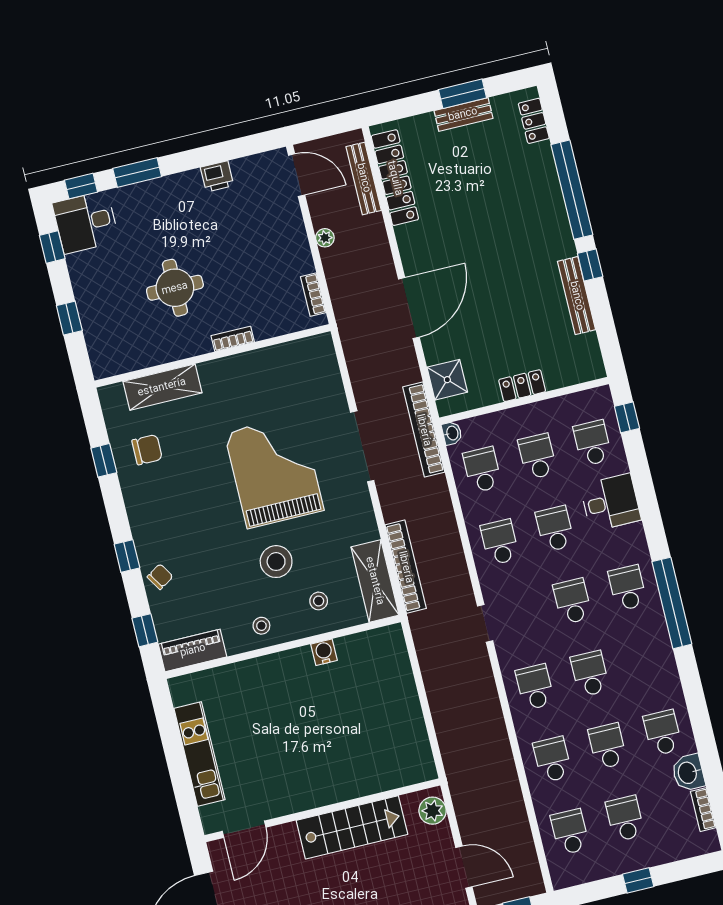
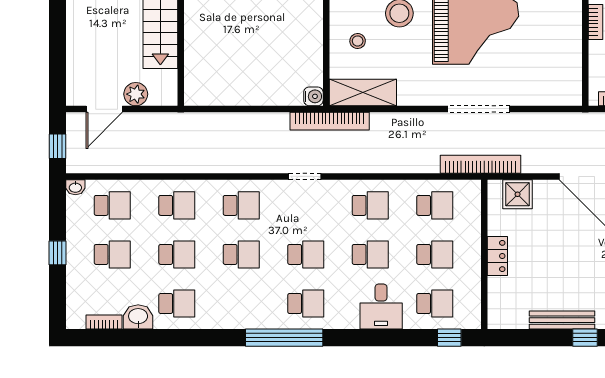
washbasin: (452, 433) -> (75, 187), moved
bookcase: (406, 567) -> (330, 121), moved
water cooler: (324, 652) -> (313, 96), moved
plant: (433, 811) -> (136, 94), moved

